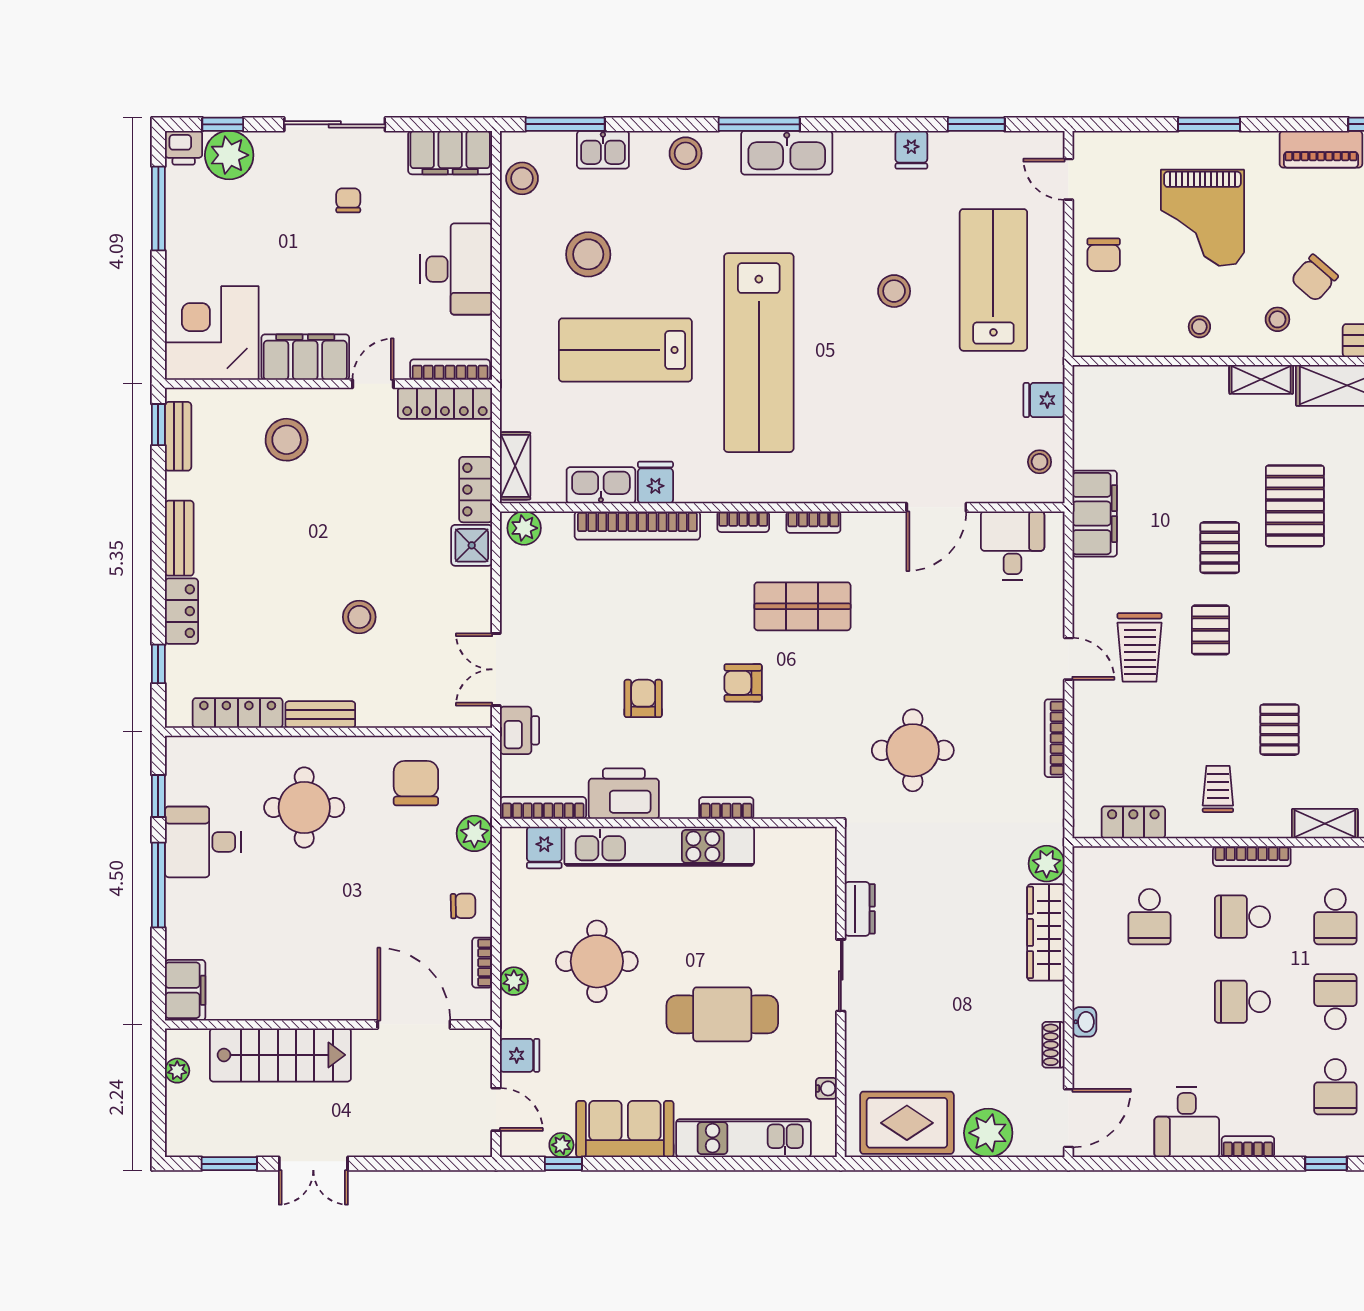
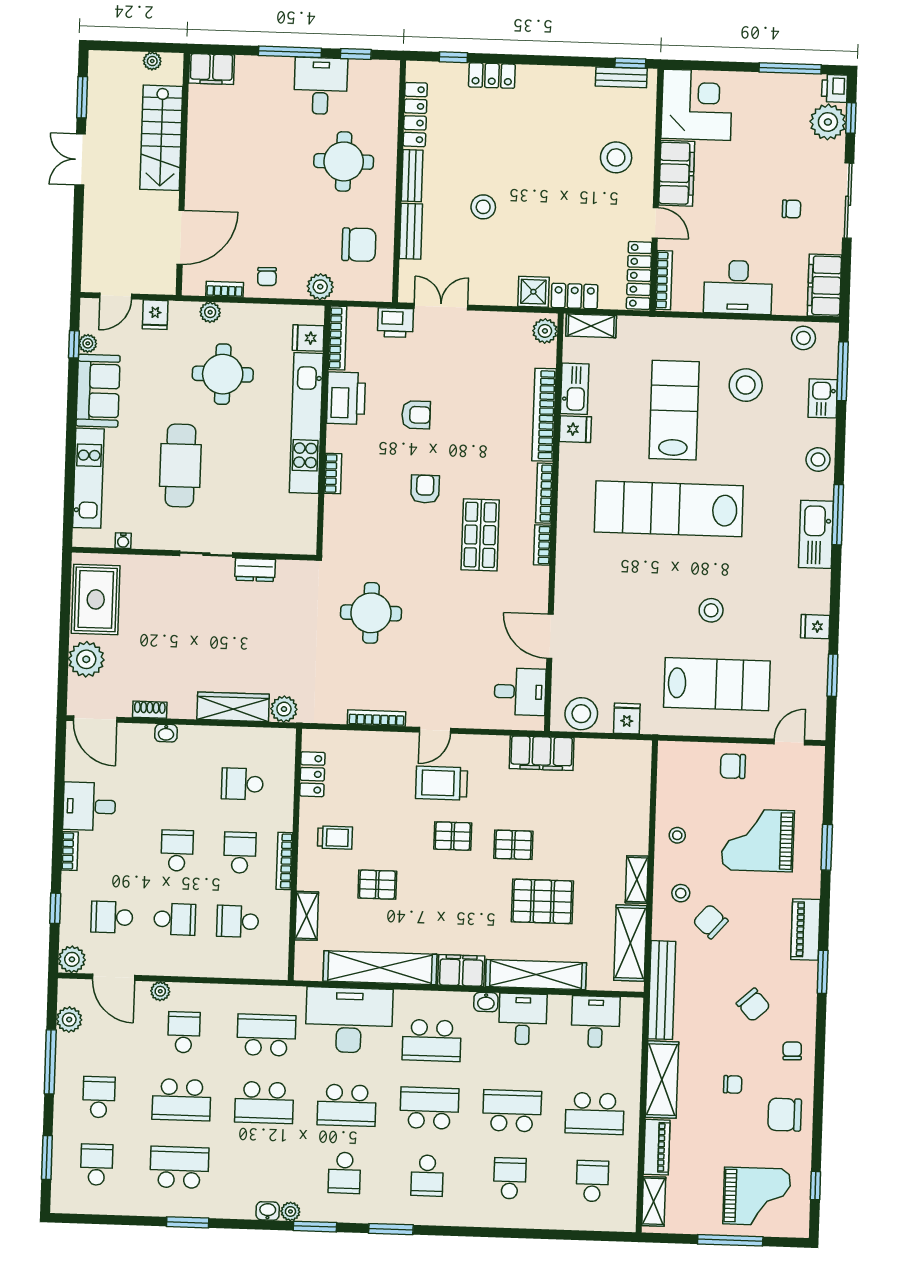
stool: (1040, 462) -> (581, 714), width x1.89, depth x1.89
bookcase: (743, 522) -> (544, 493), width x1.56
bench: (179, 538) -> (411, 231), moved, turned 90

